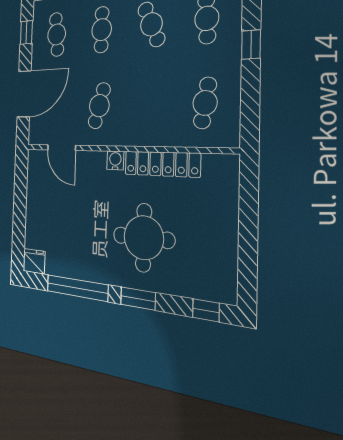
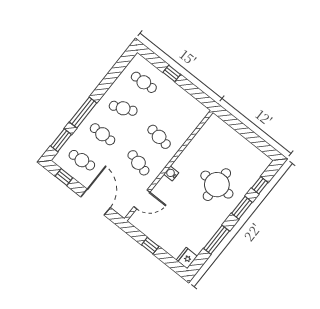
cafe table: (205, 103) -> (159, 137), moved
locker: (162, 164) -> (191, 151), removed
window: (20, 202) -> (150, 246), added
window: (77, 288) -> (216, 240), width x0.68
window: (206, 310) -> (260, 185), moved

